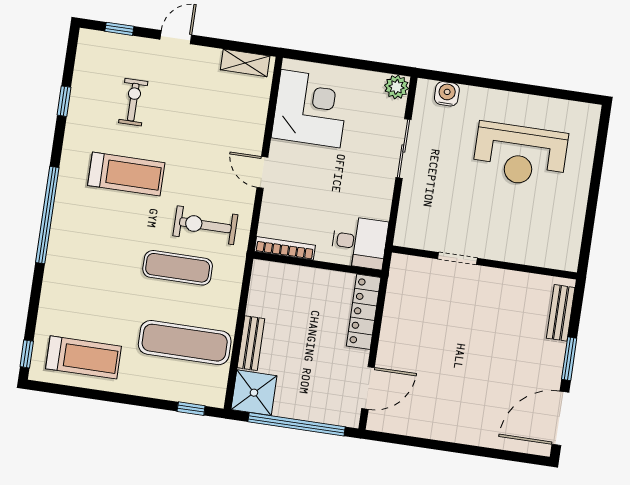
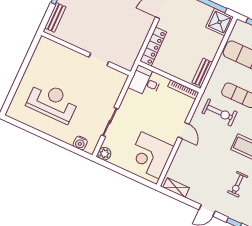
bench: (251, 343) -> (202, 72), moved

